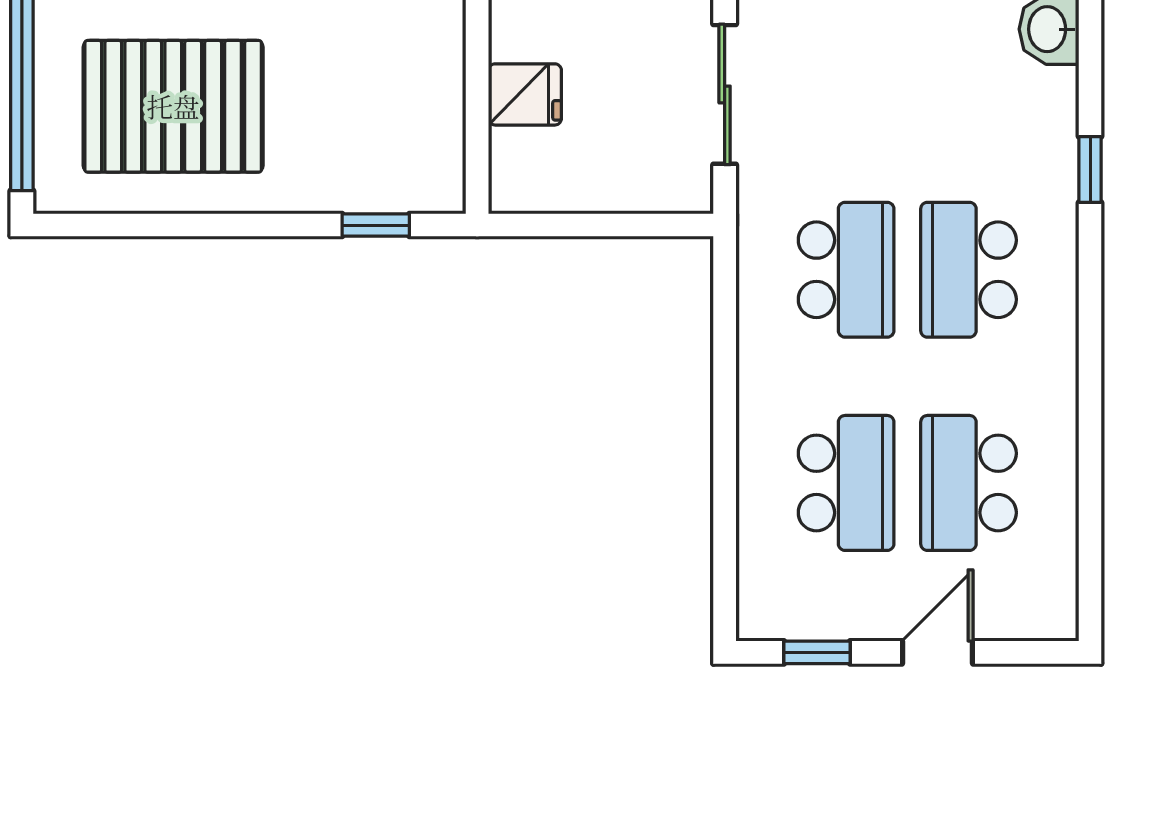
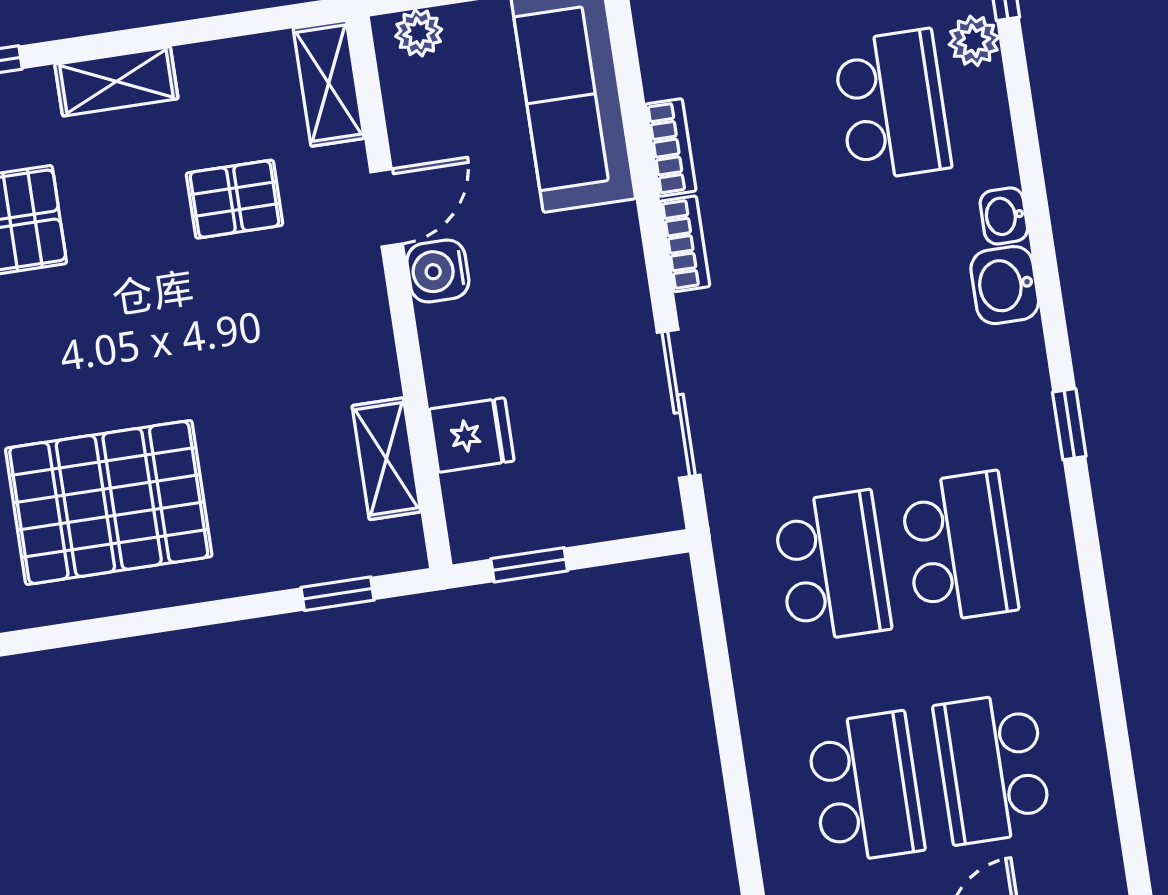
shelving: (441, 105) -> (386, 459), added
window: (561, 225) -> (529, 565), added
school desk: (969, 270) -> (959, 547), turned 180

